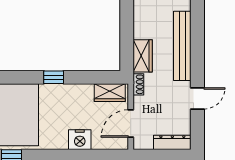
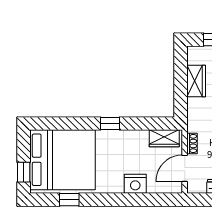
wardrobe: (143, 56) -> (196, 81), moved
shoe rack: (138, 84) -> (192, 143), moved

